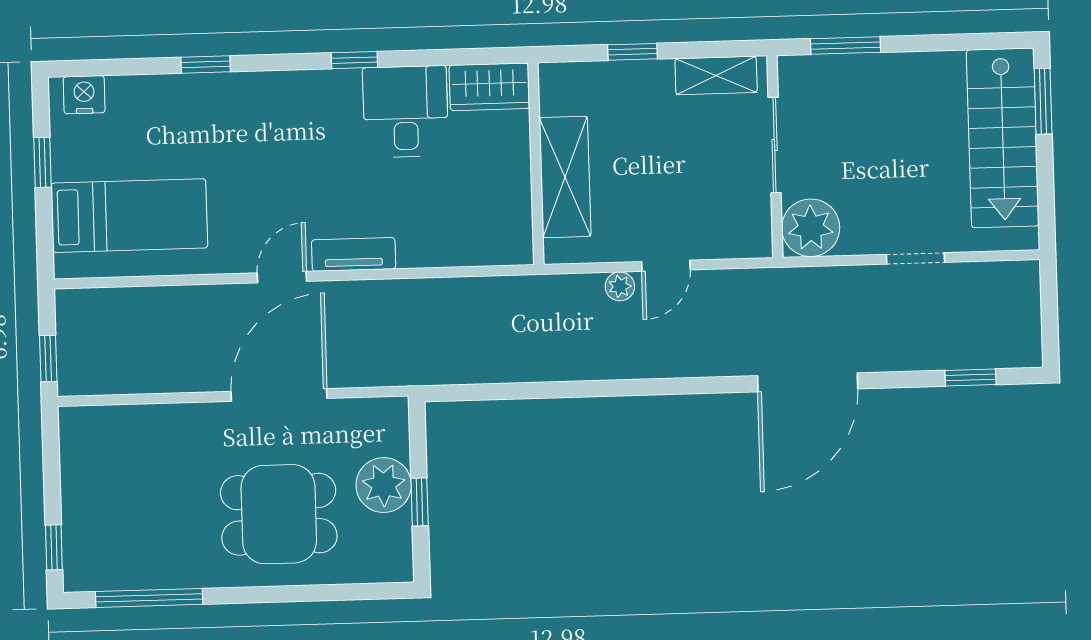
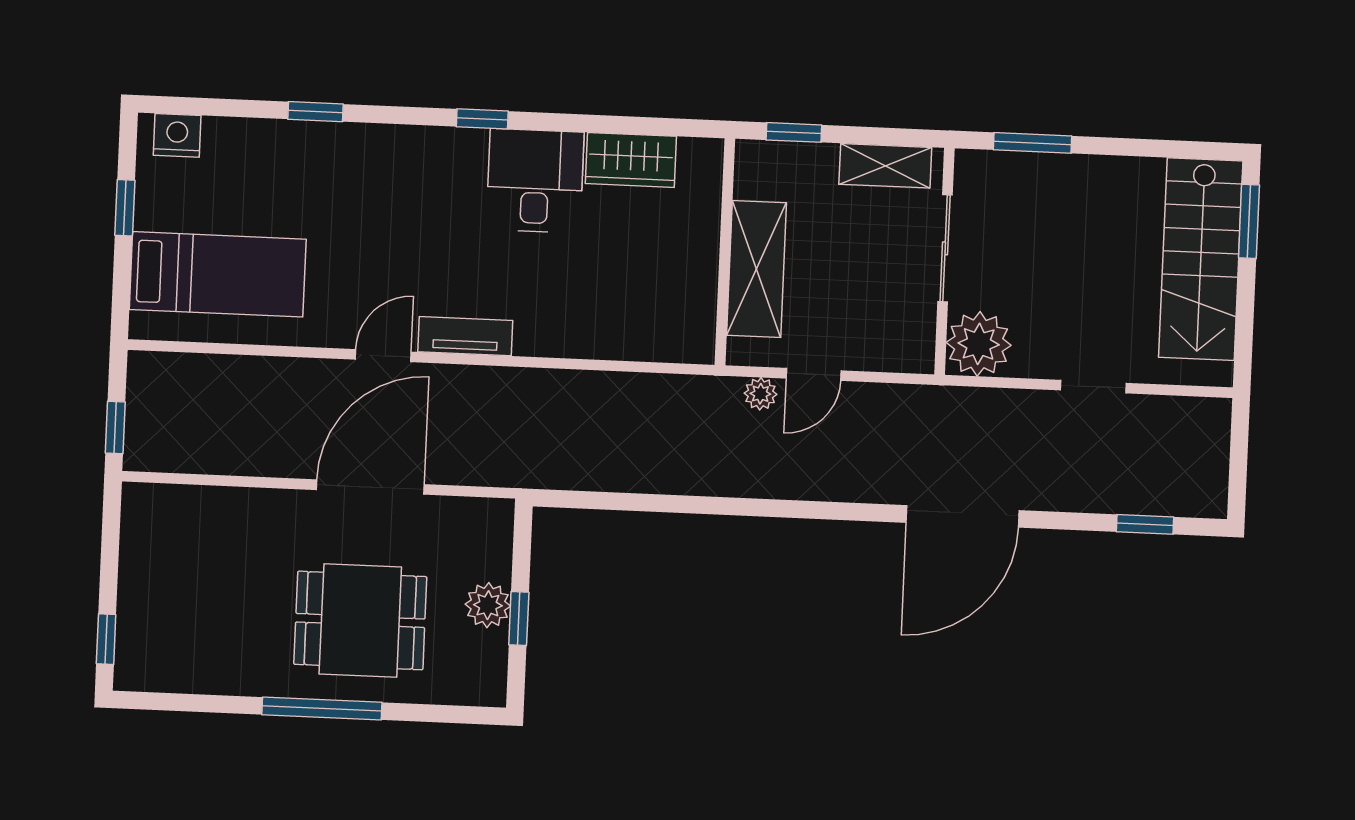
wall: (536, 164) -> (725, 252), moved
shelving: (565, 177) -> (756, 269), moved
plant: (384, 485) -> (488, 605), width x0.73, depth x0.73
window: (149, 598) -> (322, 708), moved

